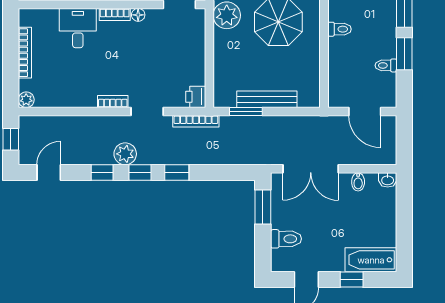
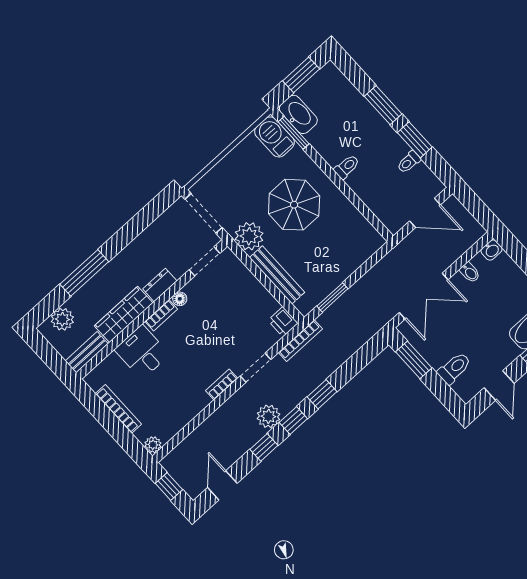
bench: (267, 99) -> (277, 275), moved, turned 90

